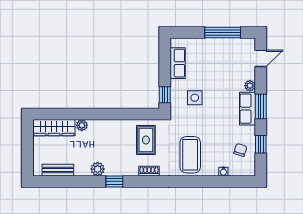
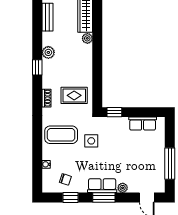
side table: (195, 98) -> (91, 141), moved

